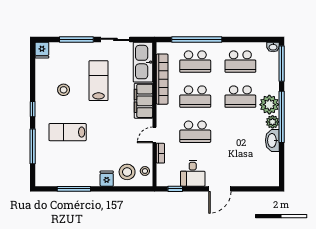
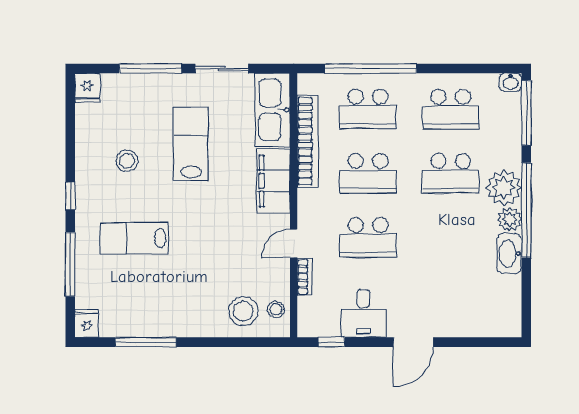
fridge: (107, 179) -> (87, 323), moved

